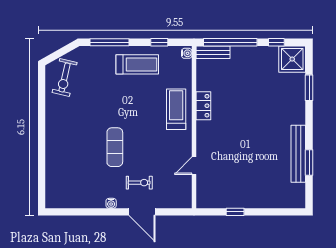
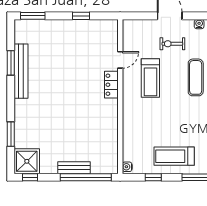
window: (276, 42) -> (30, 177), moved
bench: (213, 52) -> (74, 168), moved
locker: (203, 106) -> (111, 85), moved
treadmill: (176, 109) -> (150, 78), moved
window: (286, 212) -> (33, 16), added

